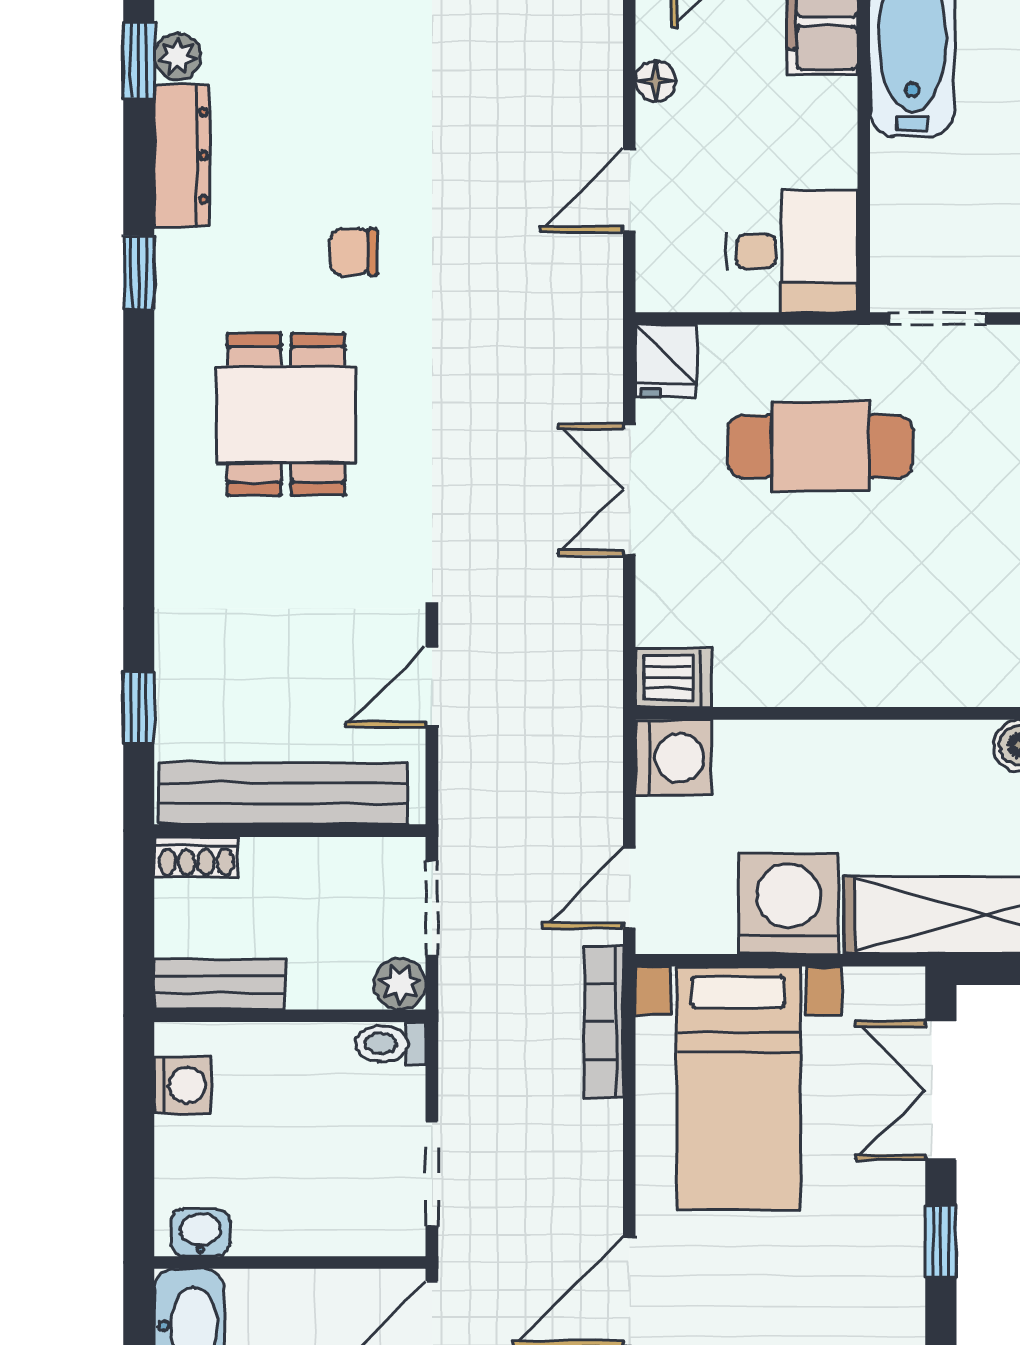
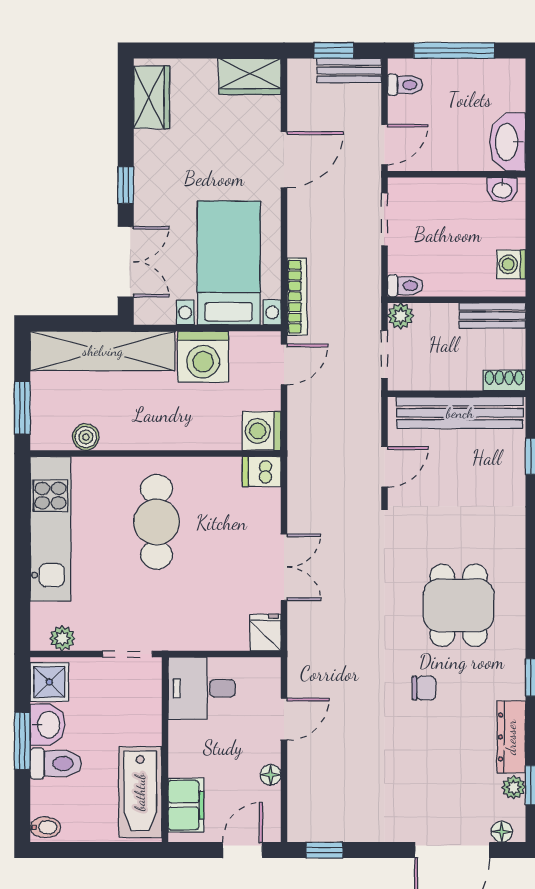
cafe table: (820, 447) -> (157, 522), moved, turned 90

